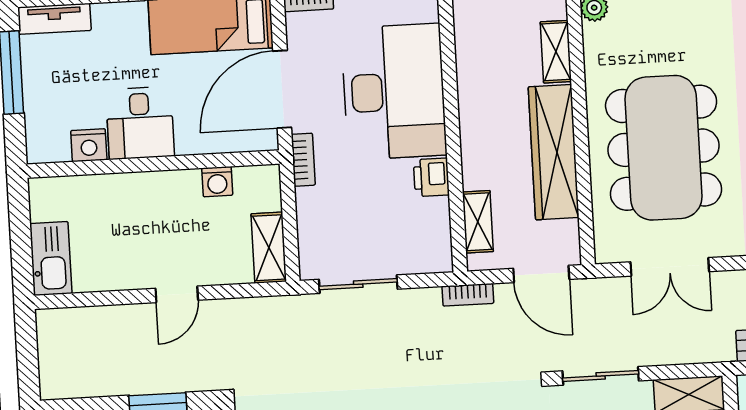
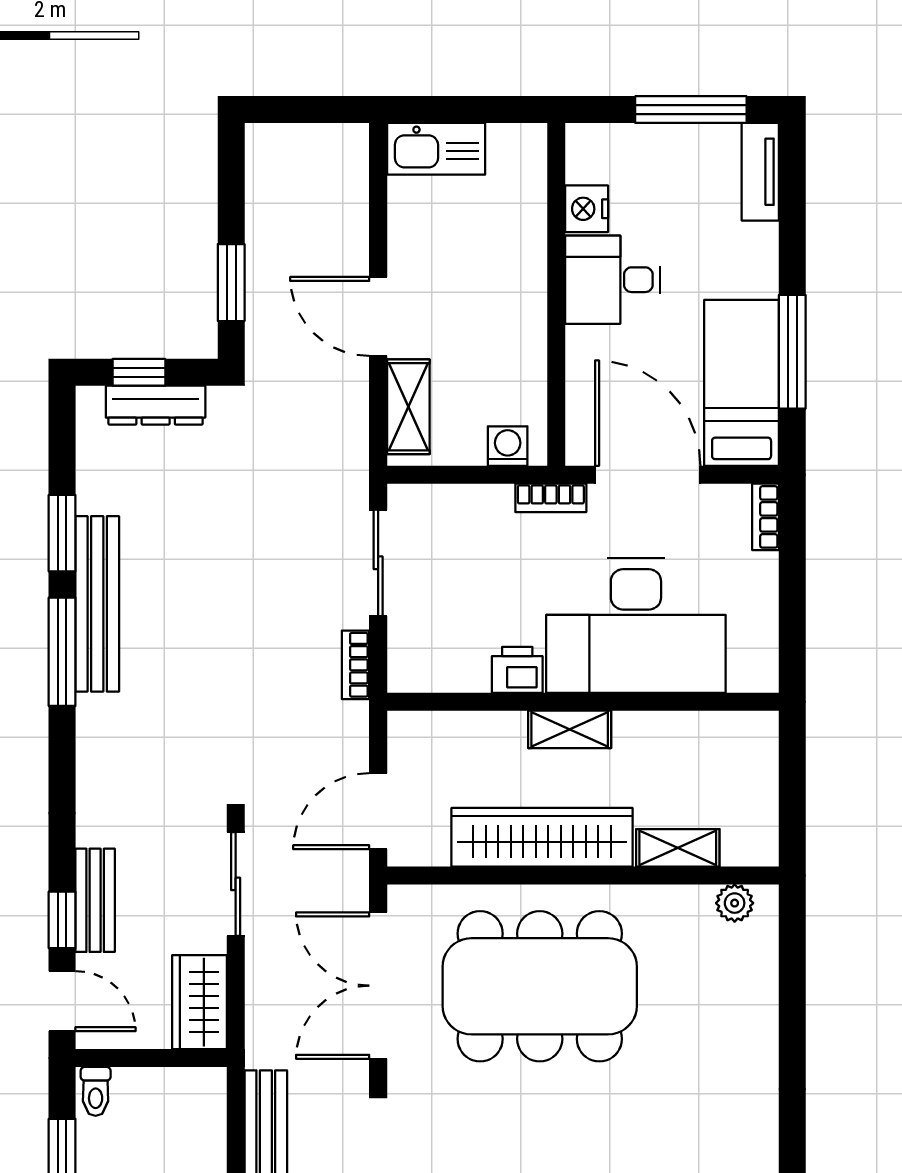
washing machine: (217, 182) -> (508, 446), moved, turned 90
shelving: (478, 222) -> (570, 729), moved
shelving: (269, 248) -> (408, 407), moved, turned 90
double door: (670, 267) -> (378, 986), width x1.37
door: (177, 294) -> (378, 316), width x1.38
bookcase: (468, 295) -> (356, 665), moved

